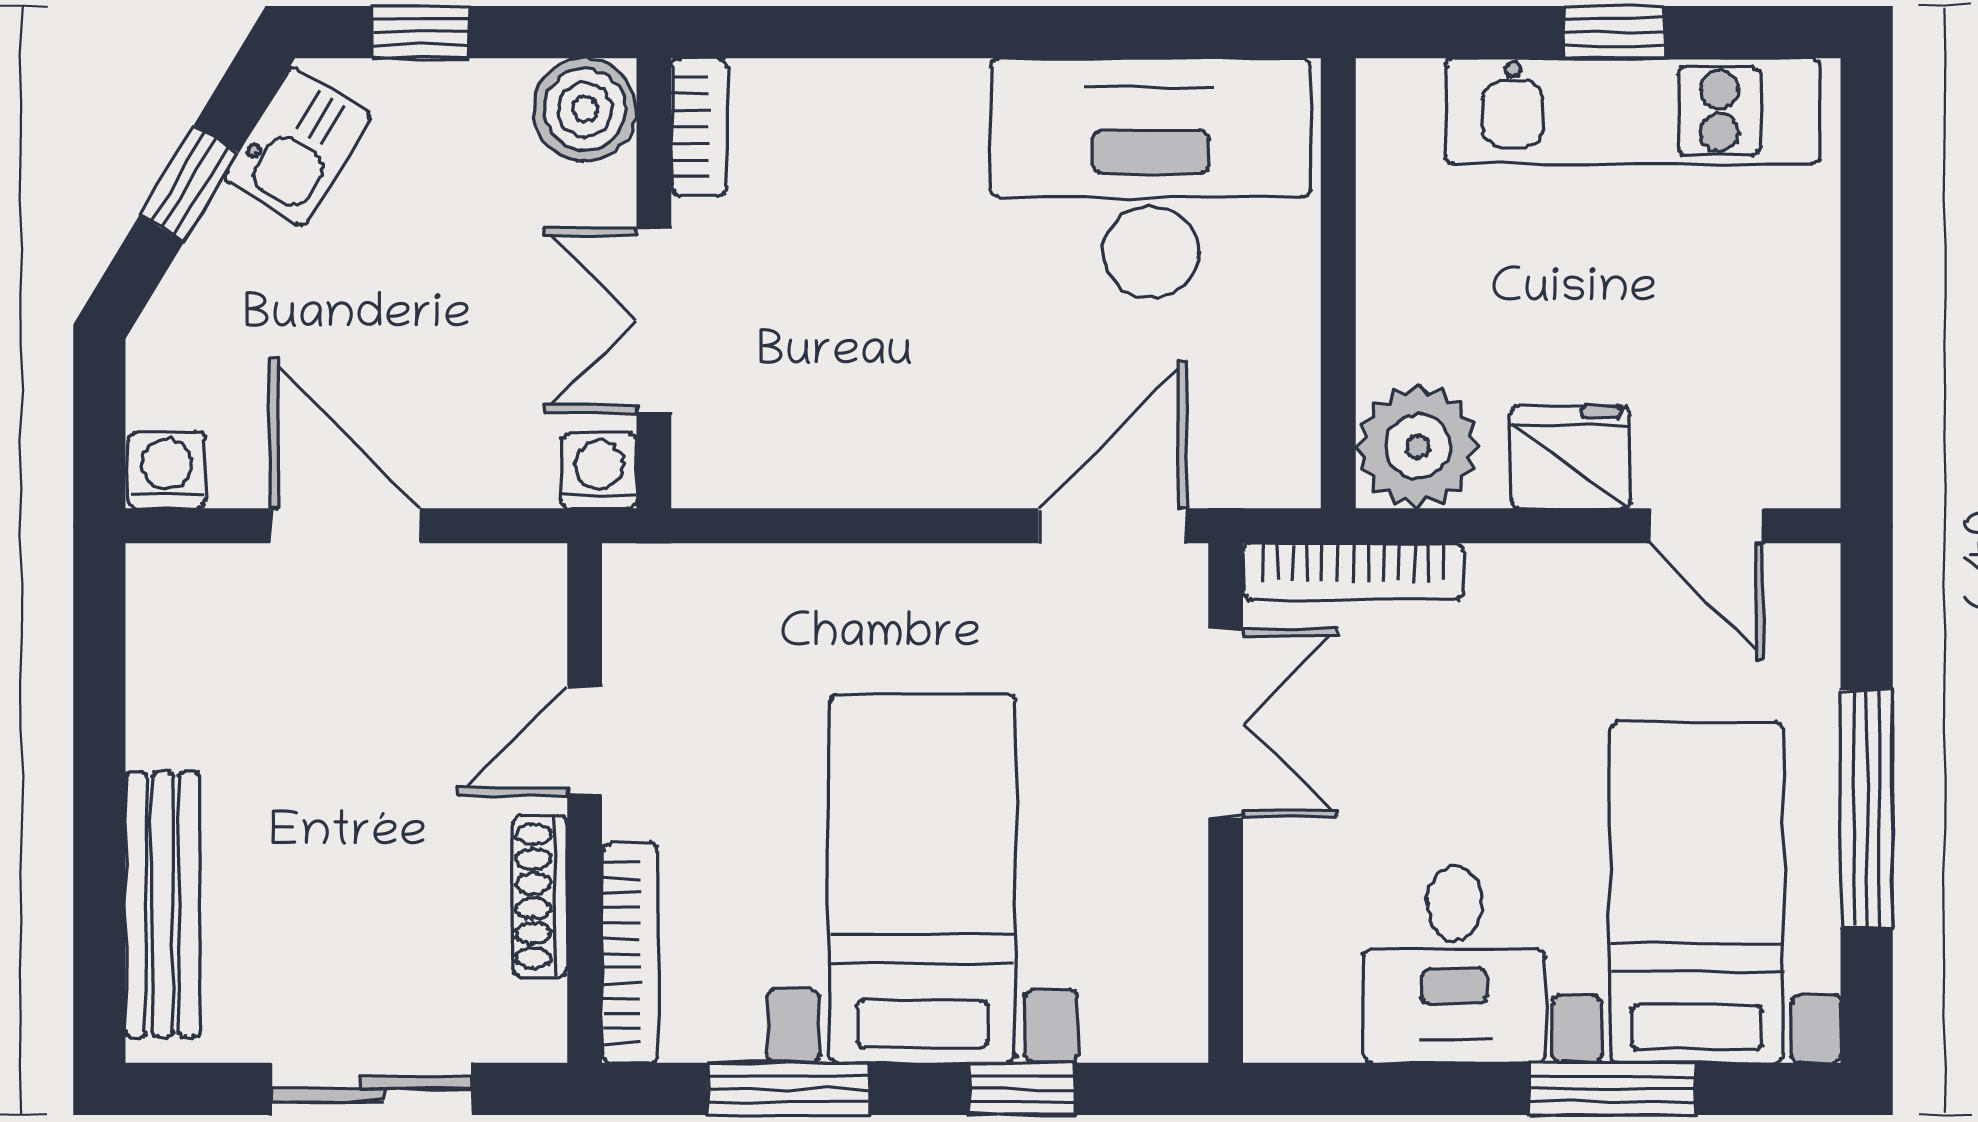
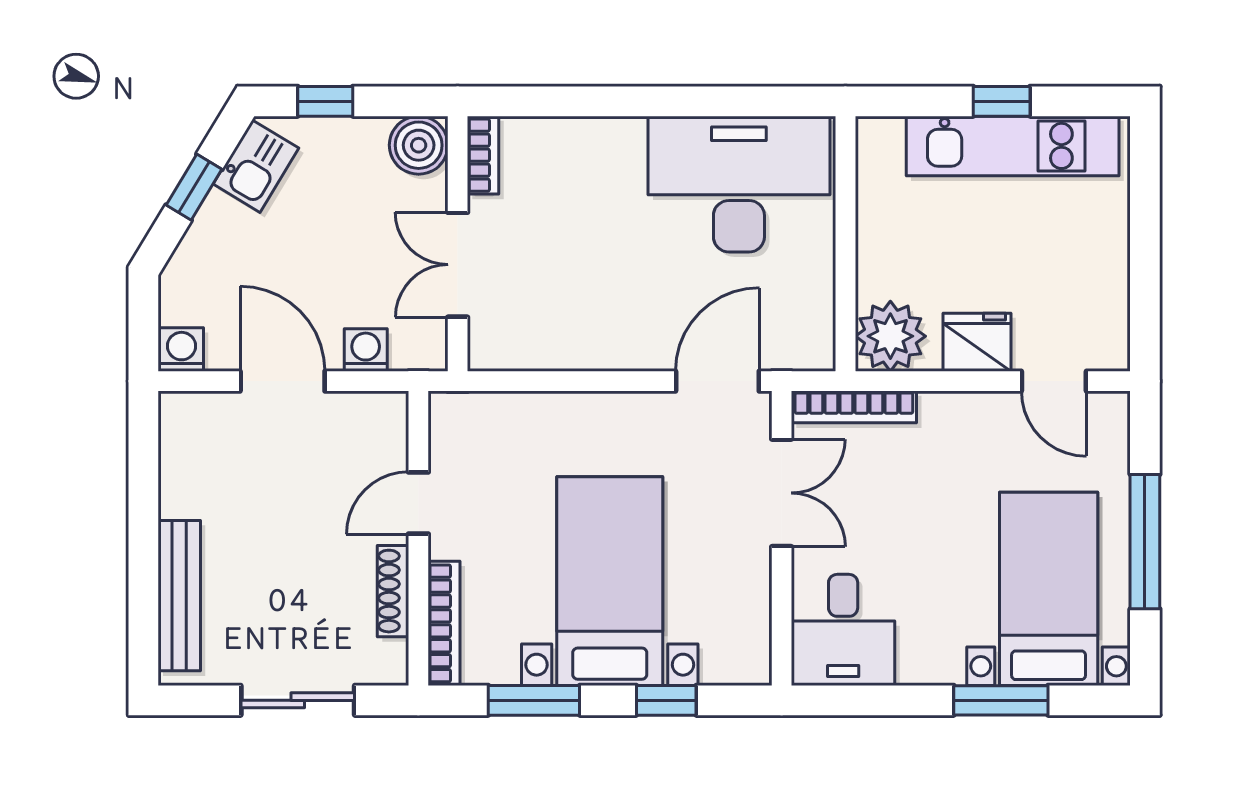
washing machine: (599, 471) -> (366, 350), moved
desk: (1454, 965) -> (843, 630), moved

